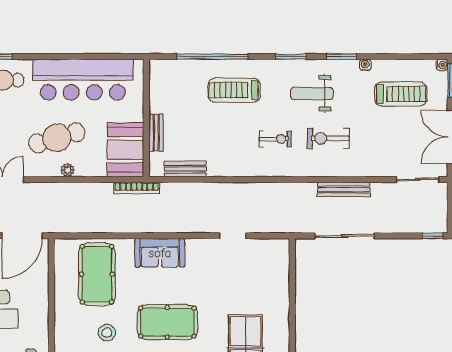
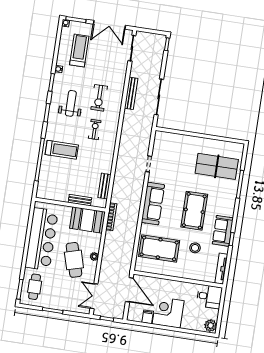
treadmill: (234, 90) -> (62, 150), turned -90
weight bench: (312, 94) -> (71, 103), turned 180
sofa: (160, 253) -> (153, 204), width x1.36

